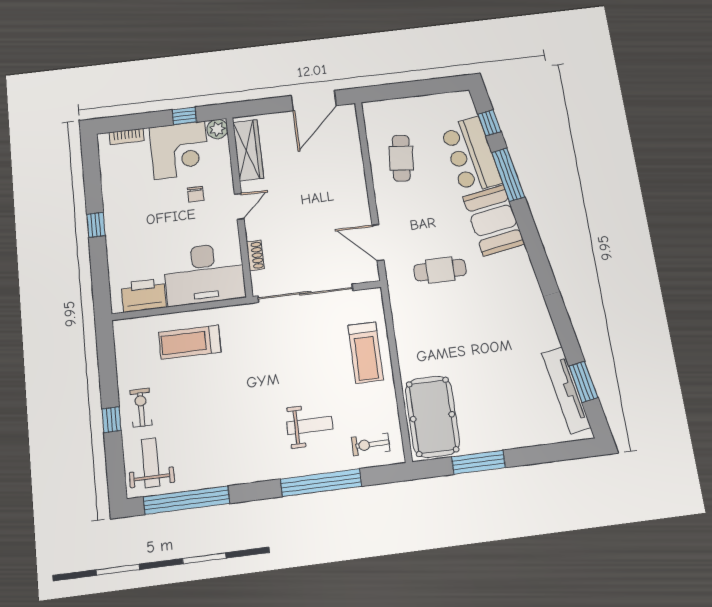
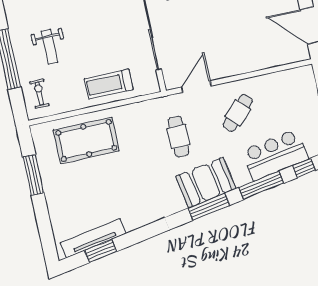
cafe table: (401, 158) -> (238, 113), moved, turned -51
booth: (494, 220) -> (206, 183), moved
window: (532, 240) -> (209, 207), added
pool table: (432, 417) -> (86, 140), moved

